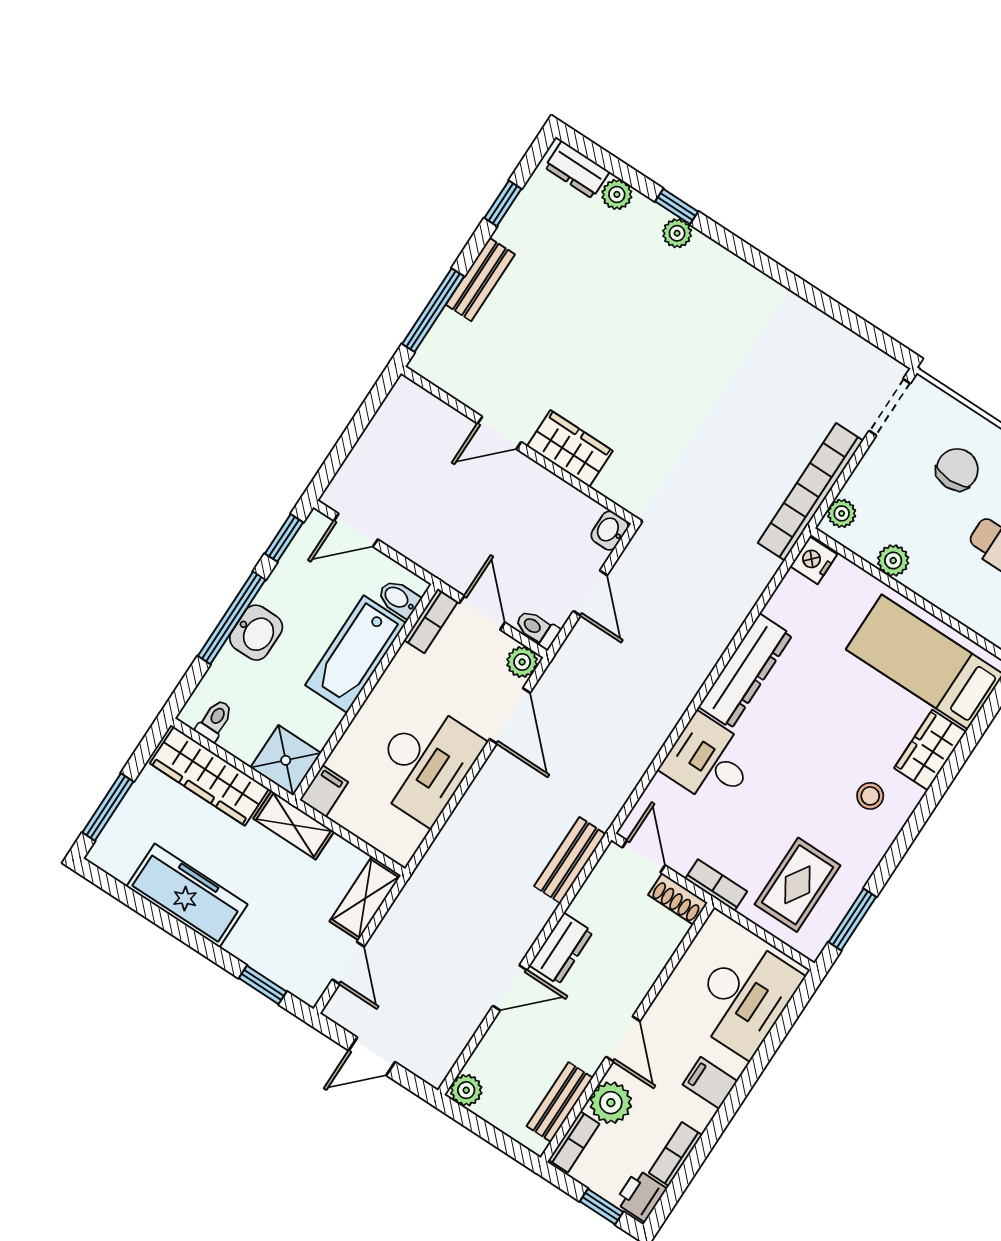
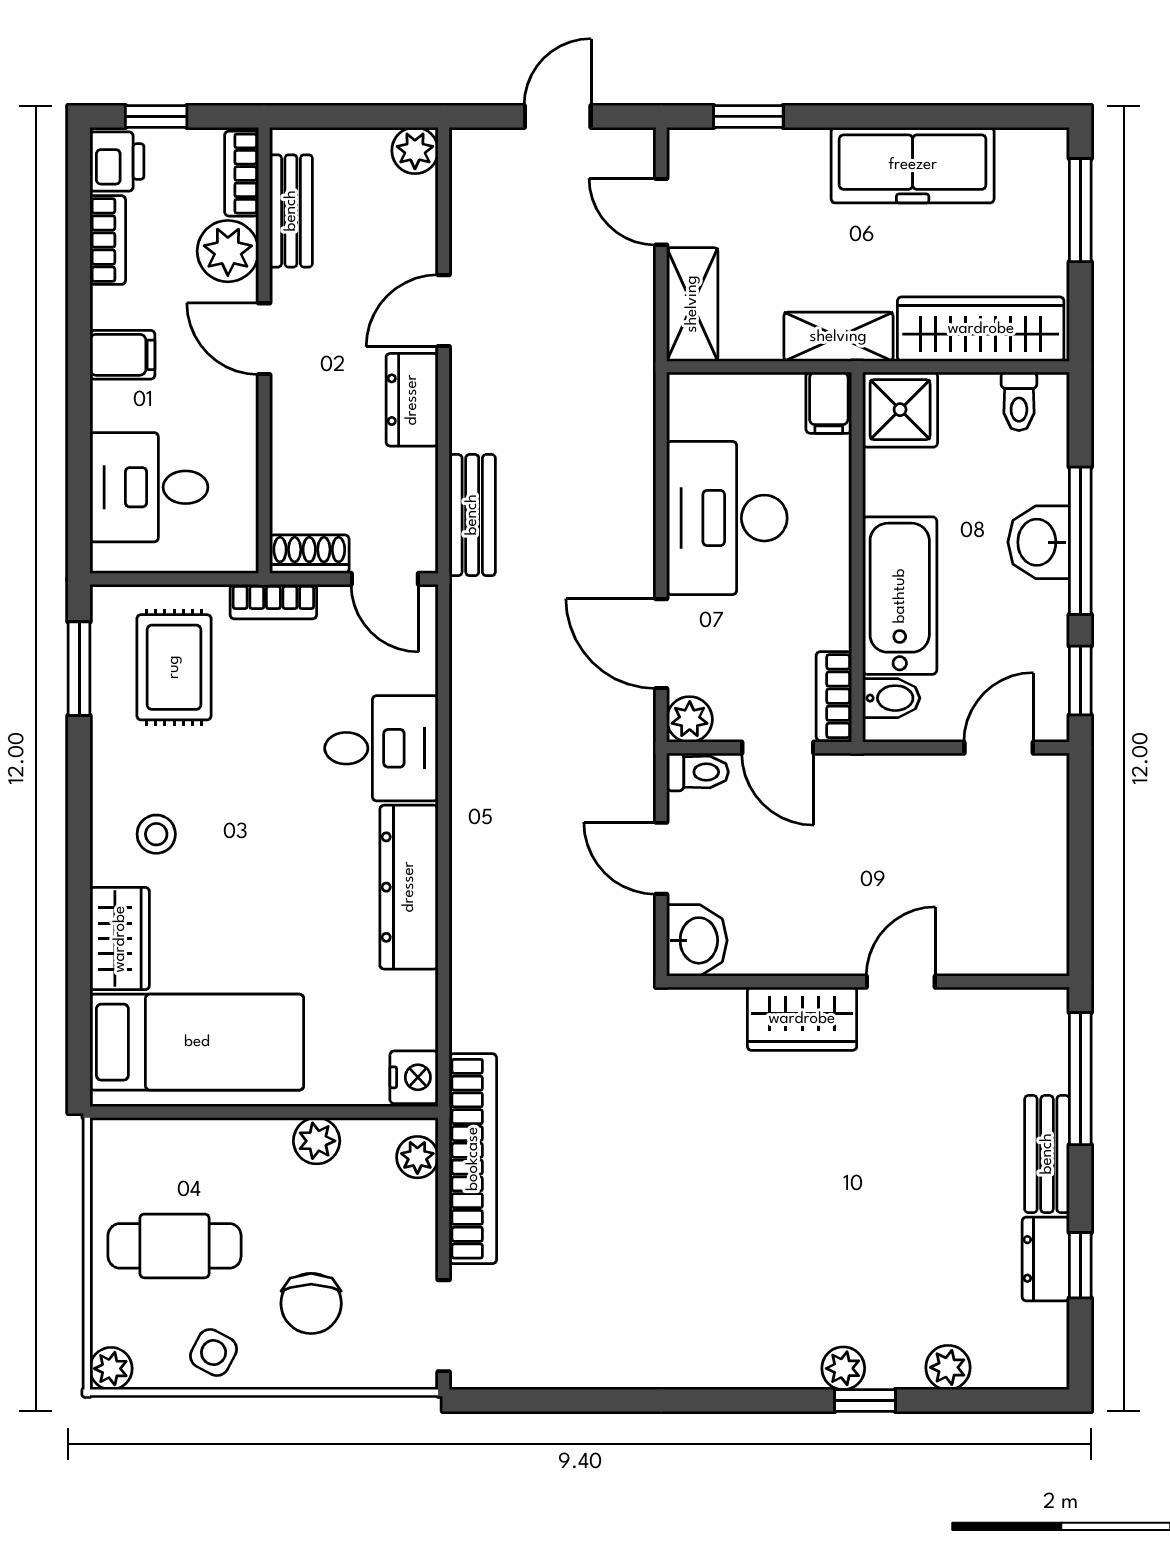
dresser: (577, 170) -> (1046, 1259), moved, turned -90
washbasin: (610, 531) -> (697, 940), width x1.38, depth x1.45
desk: (744, 997) -> (149, 487), width x0.73

